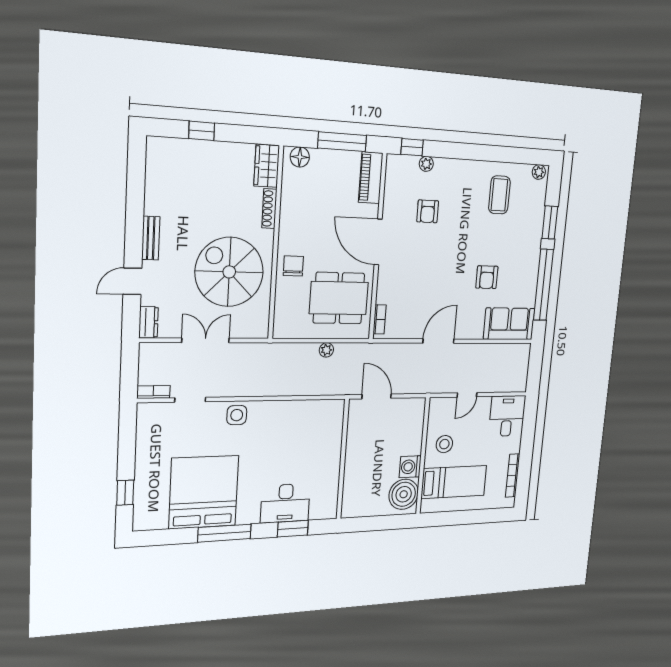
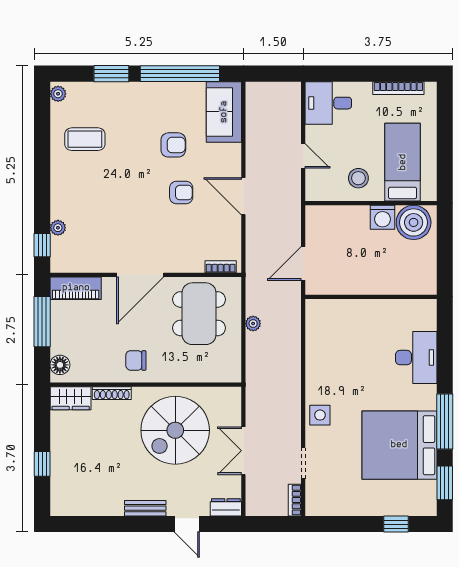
armchair: (428, 211) -> (181, 193), moved
chair: (293, 266) -> (136, 360), moved
window: (293, 529) -> (445, 483), moved

